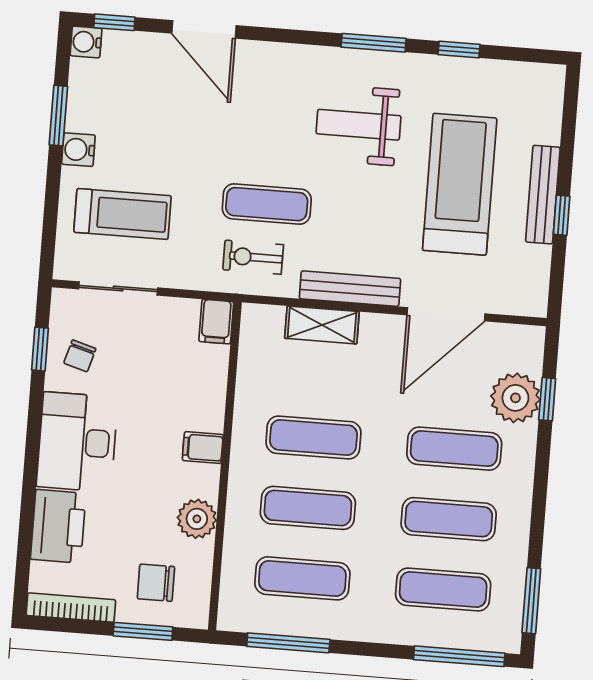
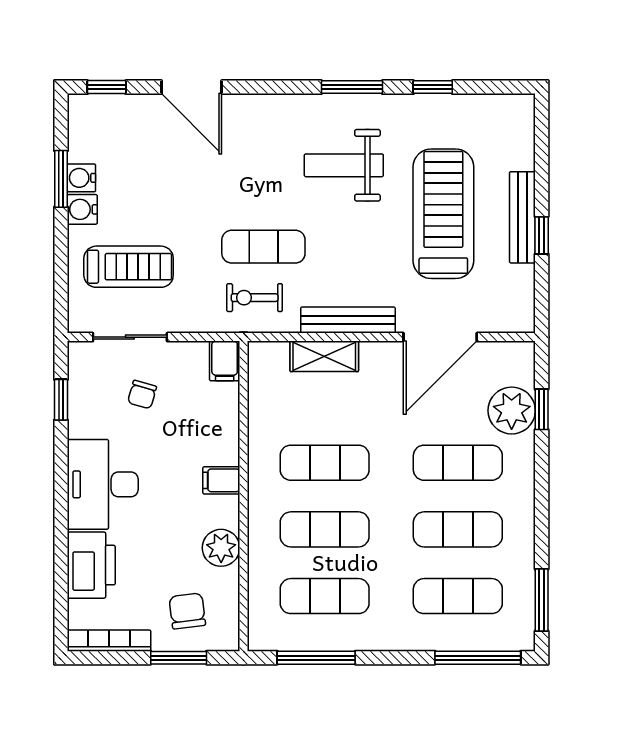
water cooler: (86, 42) -> (81, 178), moved
chair: (80, 356) -> (142, 395), moved
chair: (156, 583) -> (187, 611), turned 83

